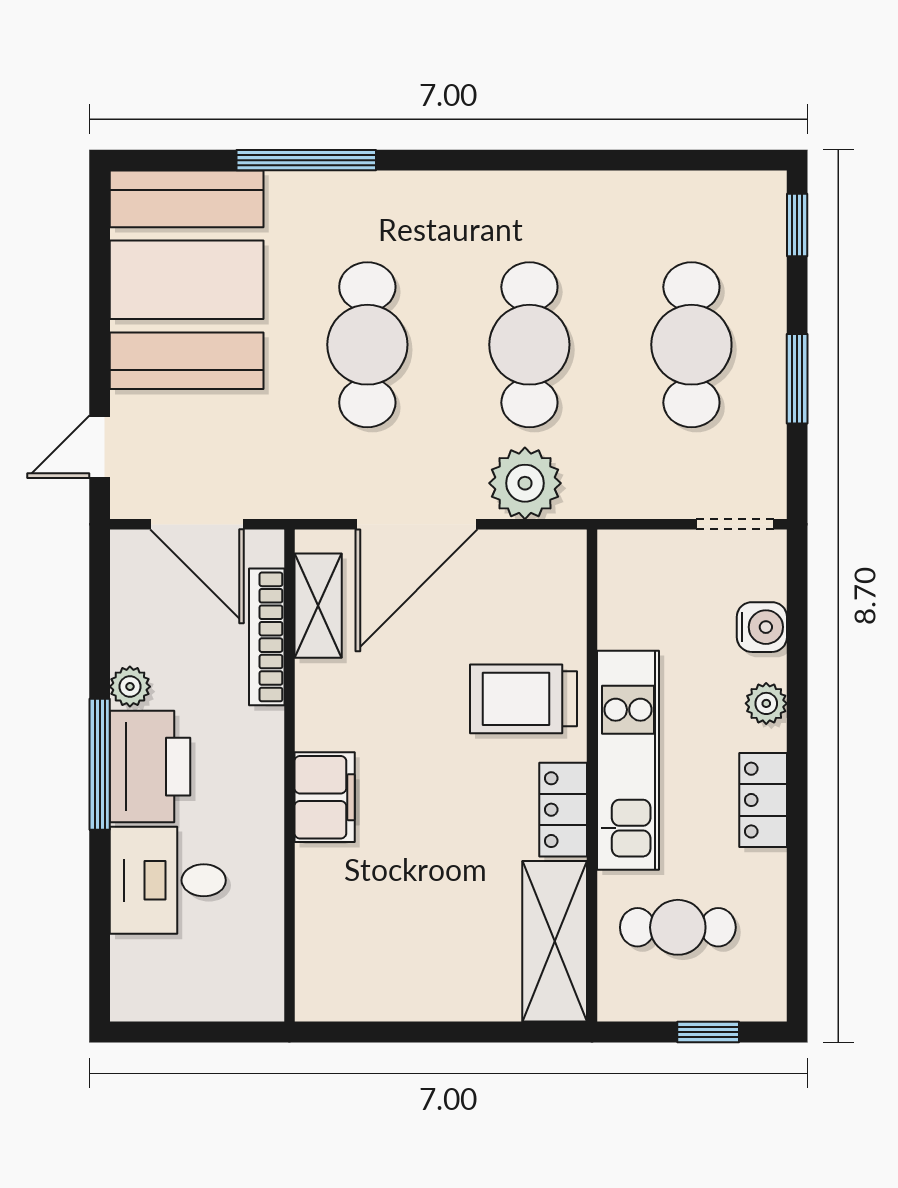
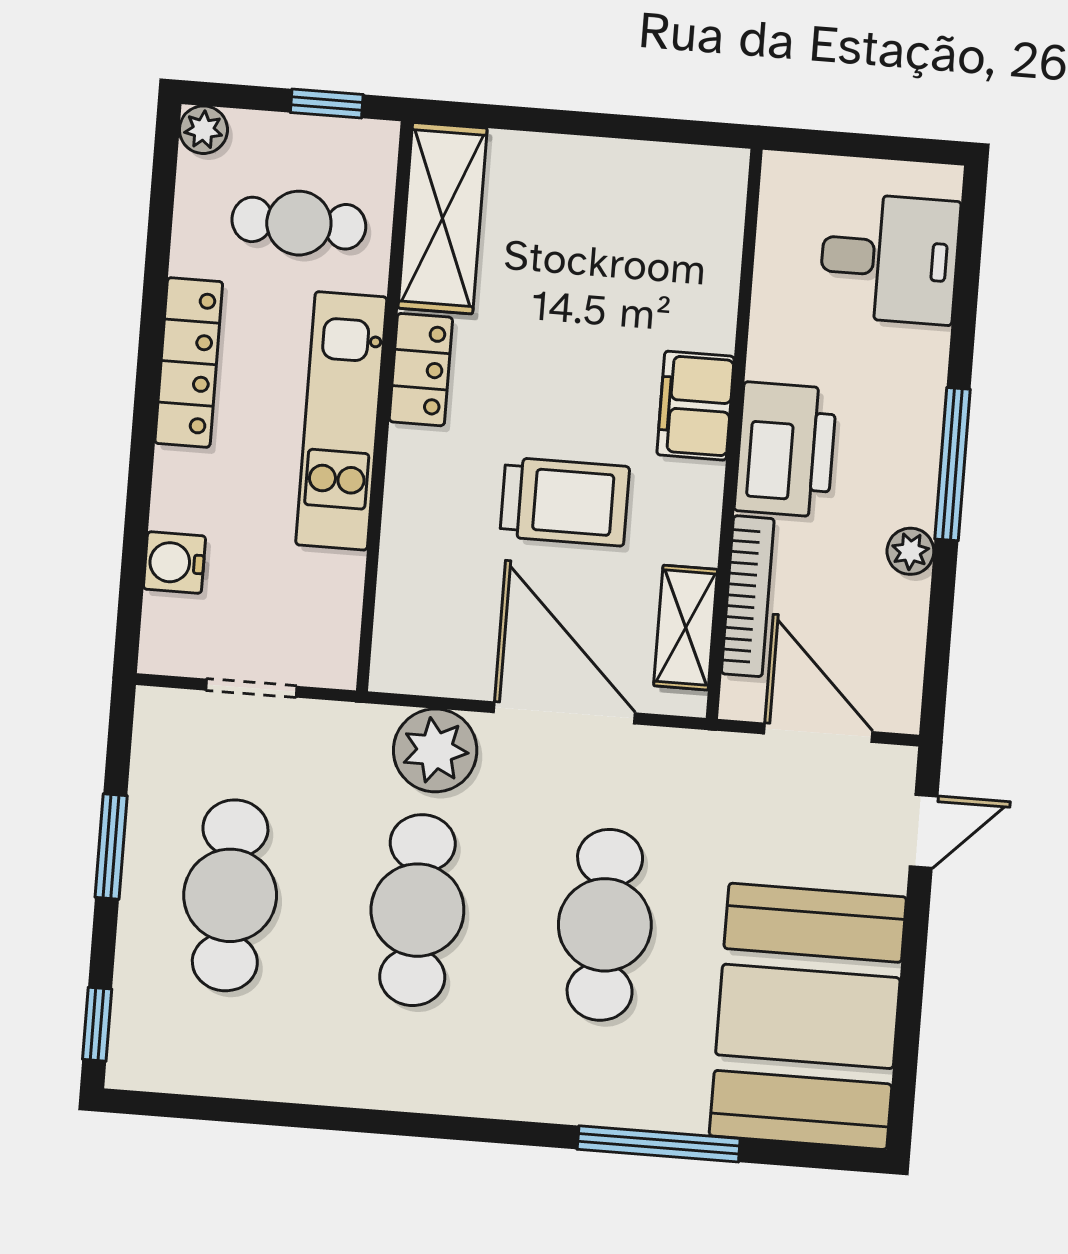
door: (416, 524) -> (564, 713), hinge flipped
doorway: (735, 524) -> (251, 688), moved
trolley: (524, 699) -> (565, 502), moved
plant: (766, 703) -> (203, 130), moved
printer: (150, 767) -> (786, 450), moved, turned 180
locker: (763, 800) -> (189, 362), width x1.53
desk: (168, 880) -> (889, 259), moved
window: (708, 1032) -> (327, 103), moved

